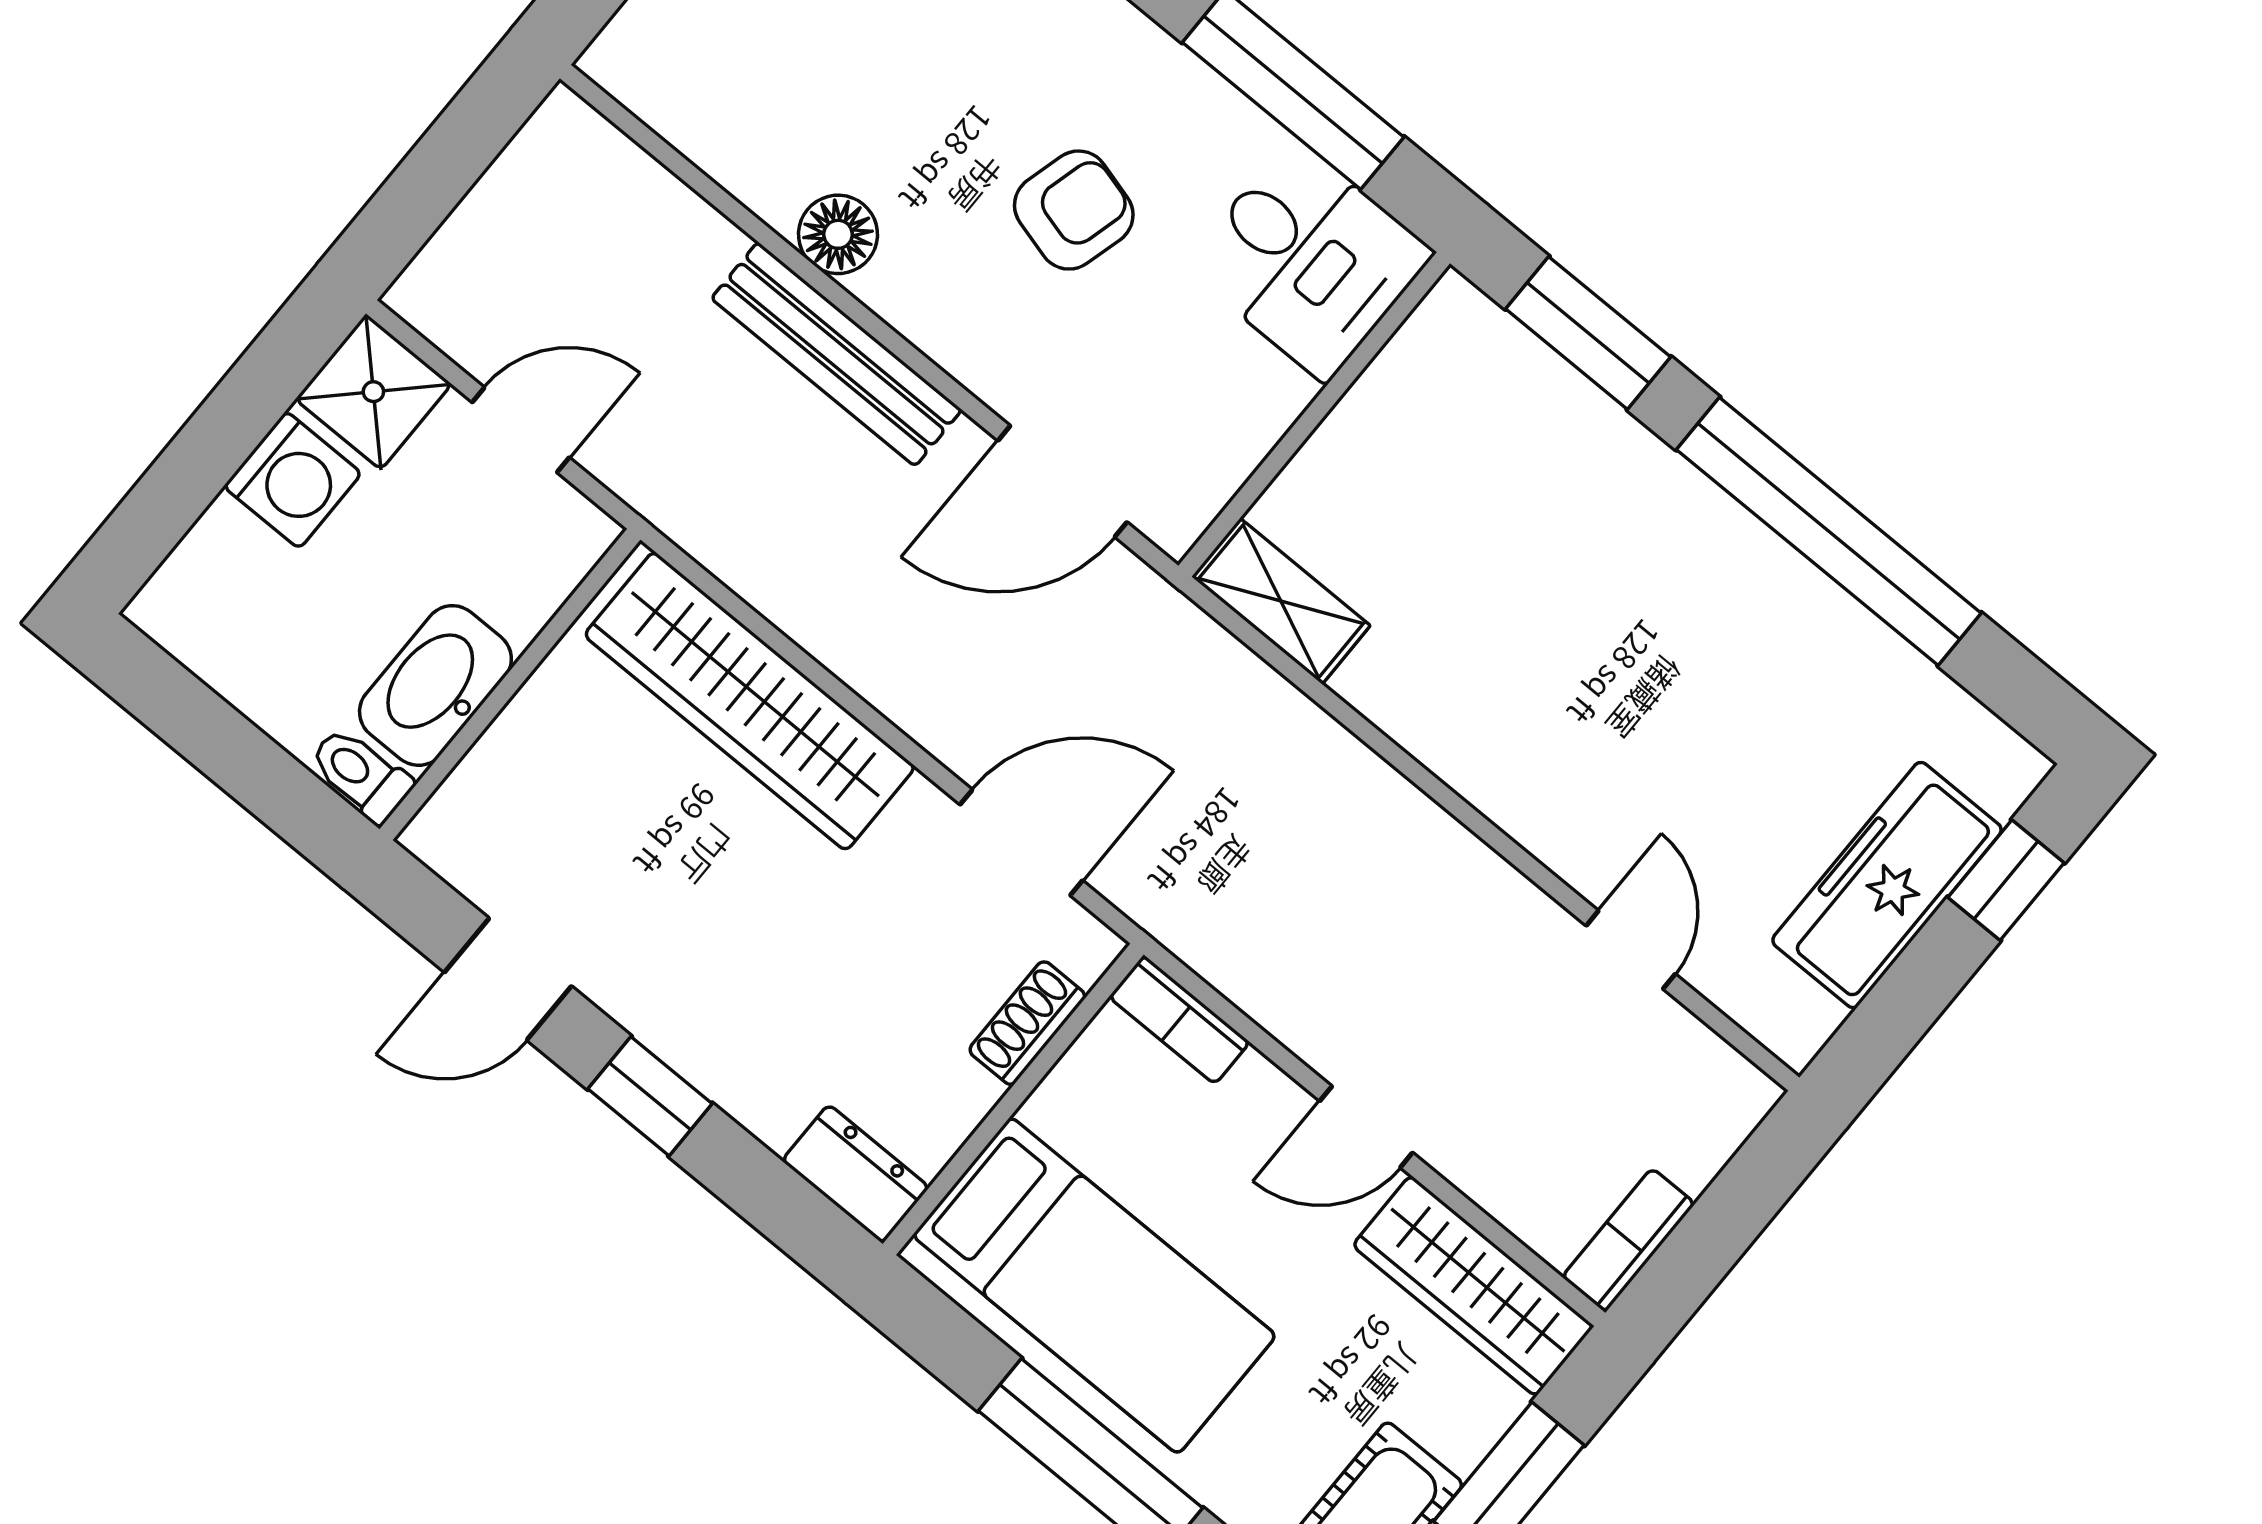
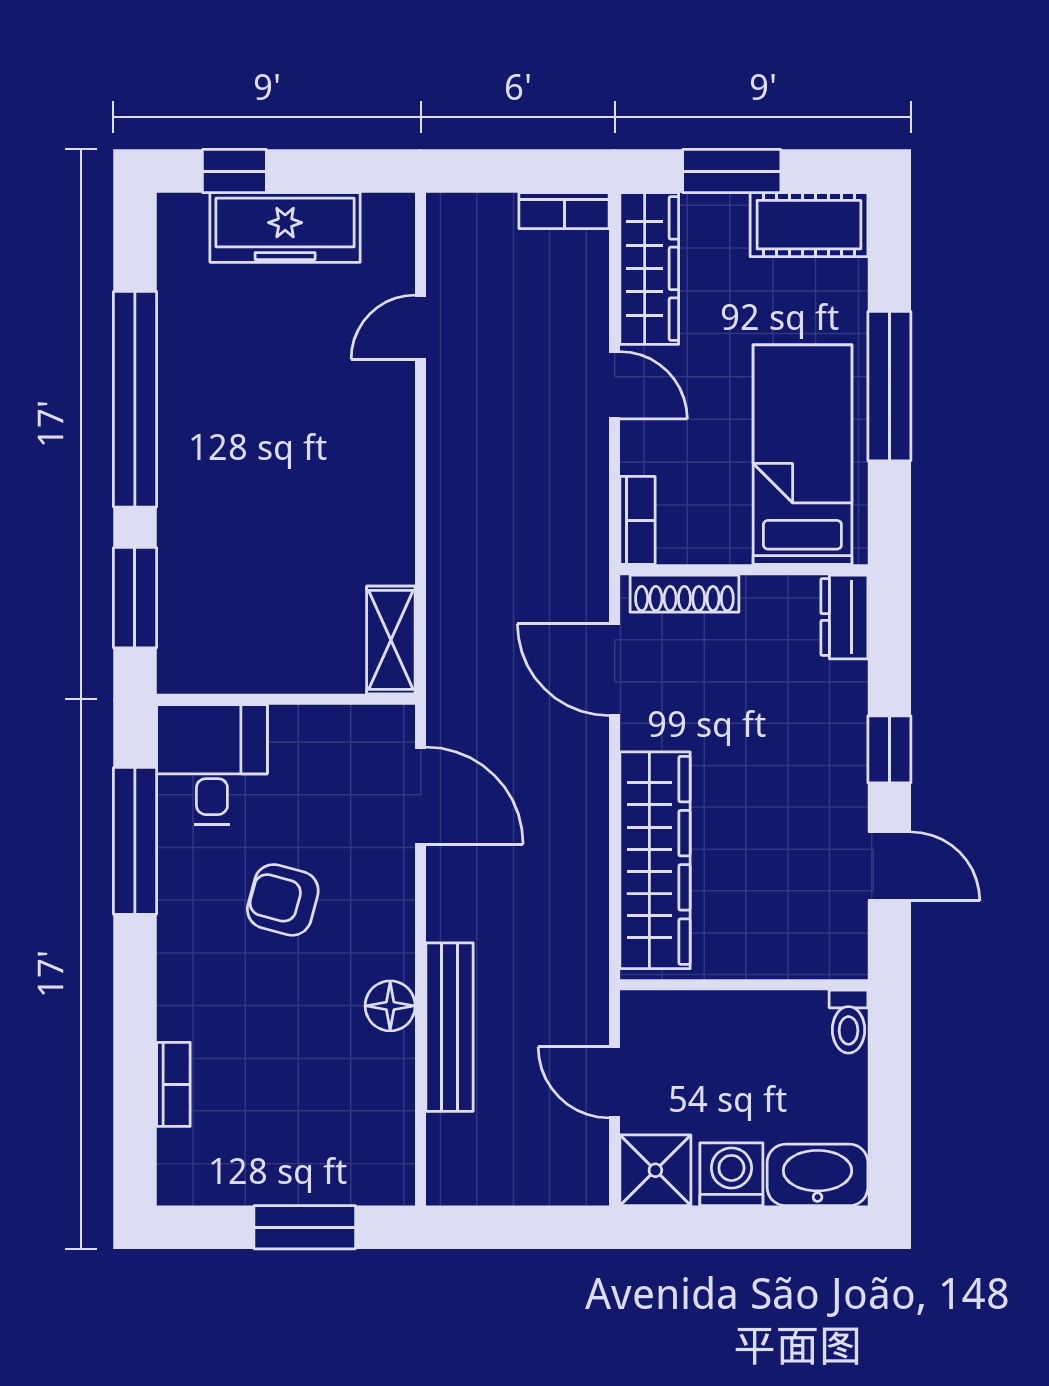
bench: (836, 354) -> (450, 1027), moved
washbasin: (435, 685) -> (818, 1175), moved, turned 180
shoe rack: (1027, 1023) -> (684, 594), width x1.43

